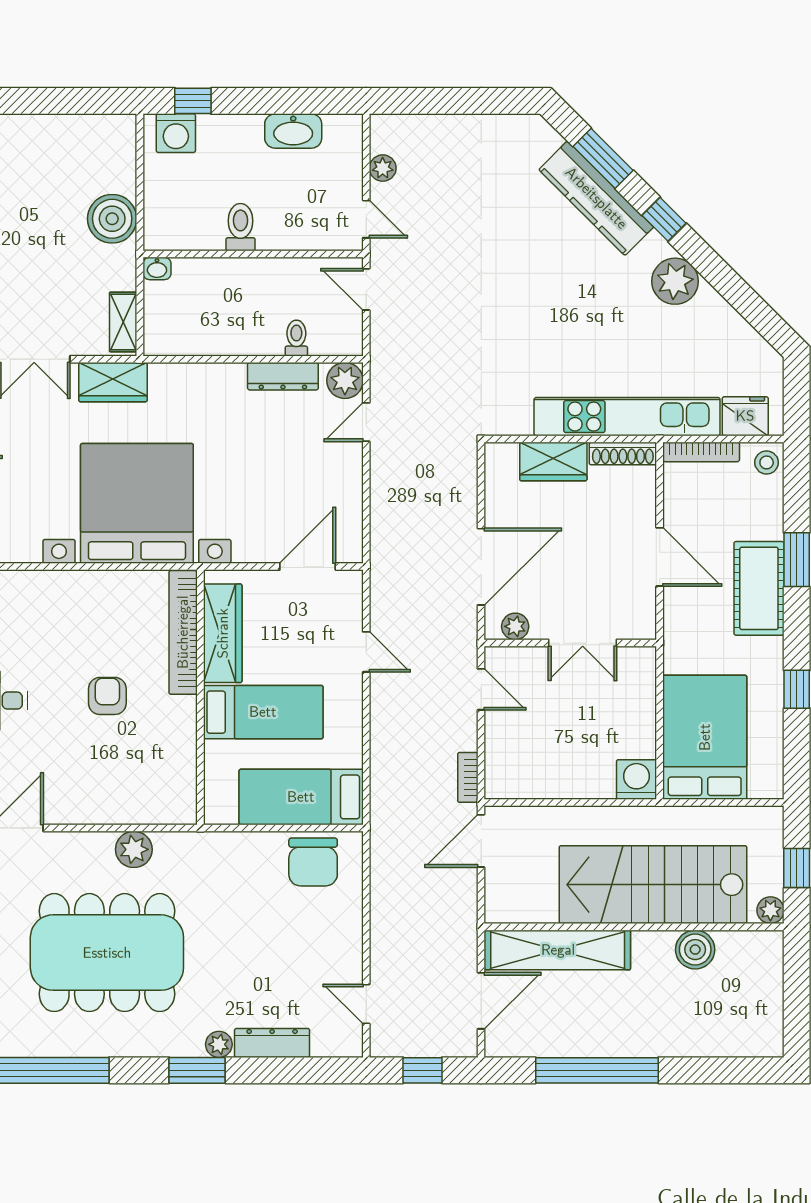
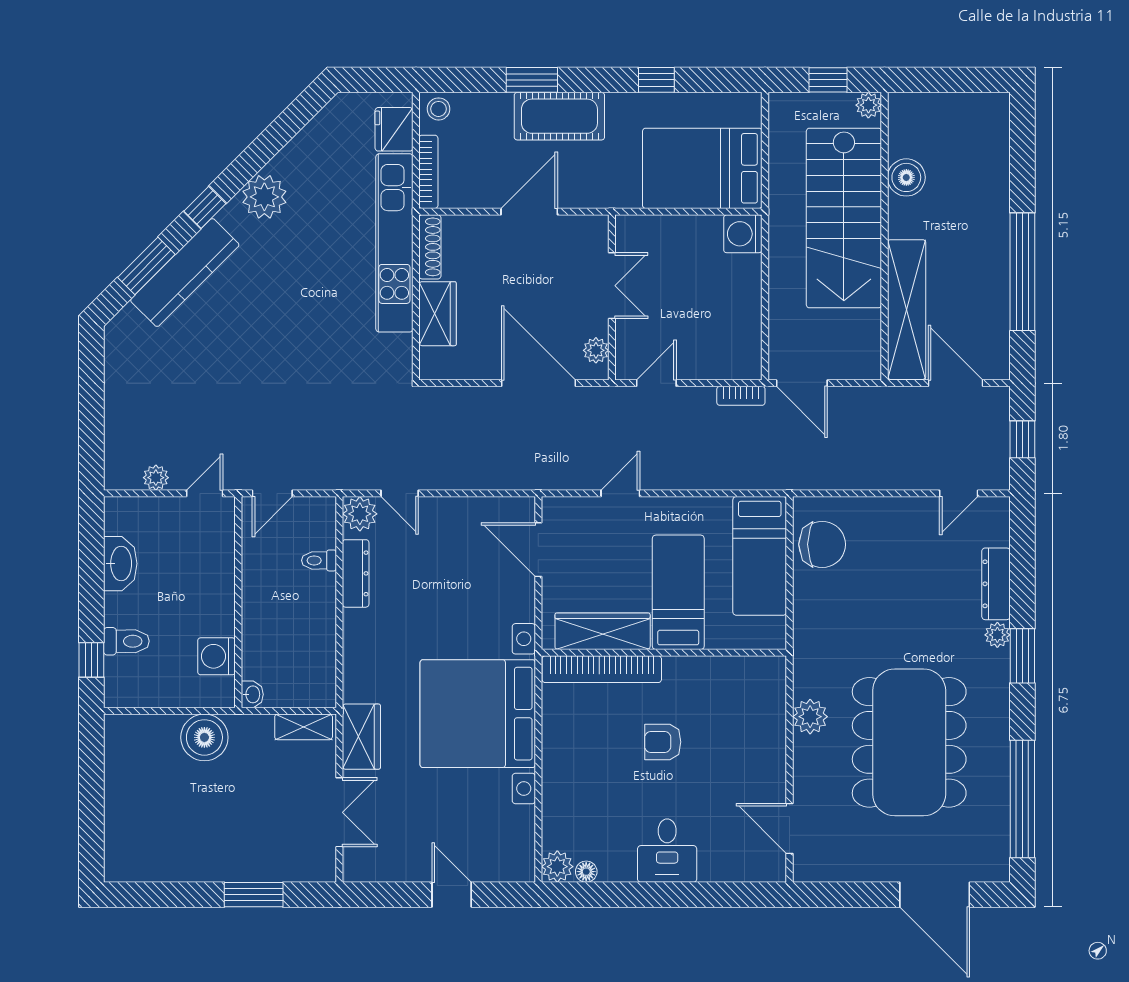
washing machine: (176, 133) -> (217, 656), moved, turned 180
toilet: (240, 227) -> (126, 641), moved, turned 180

